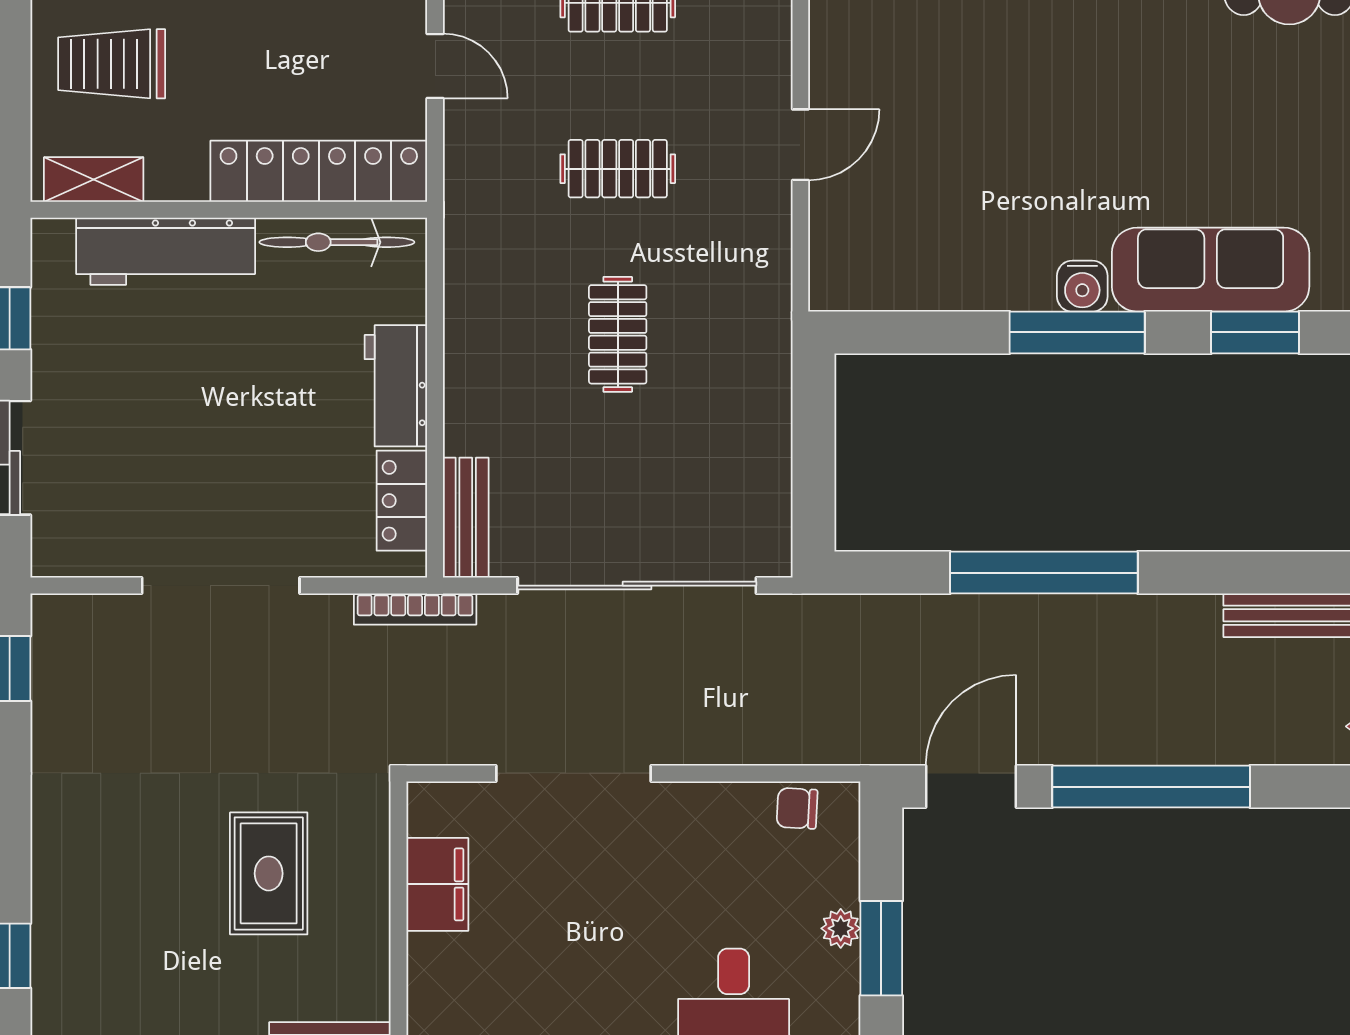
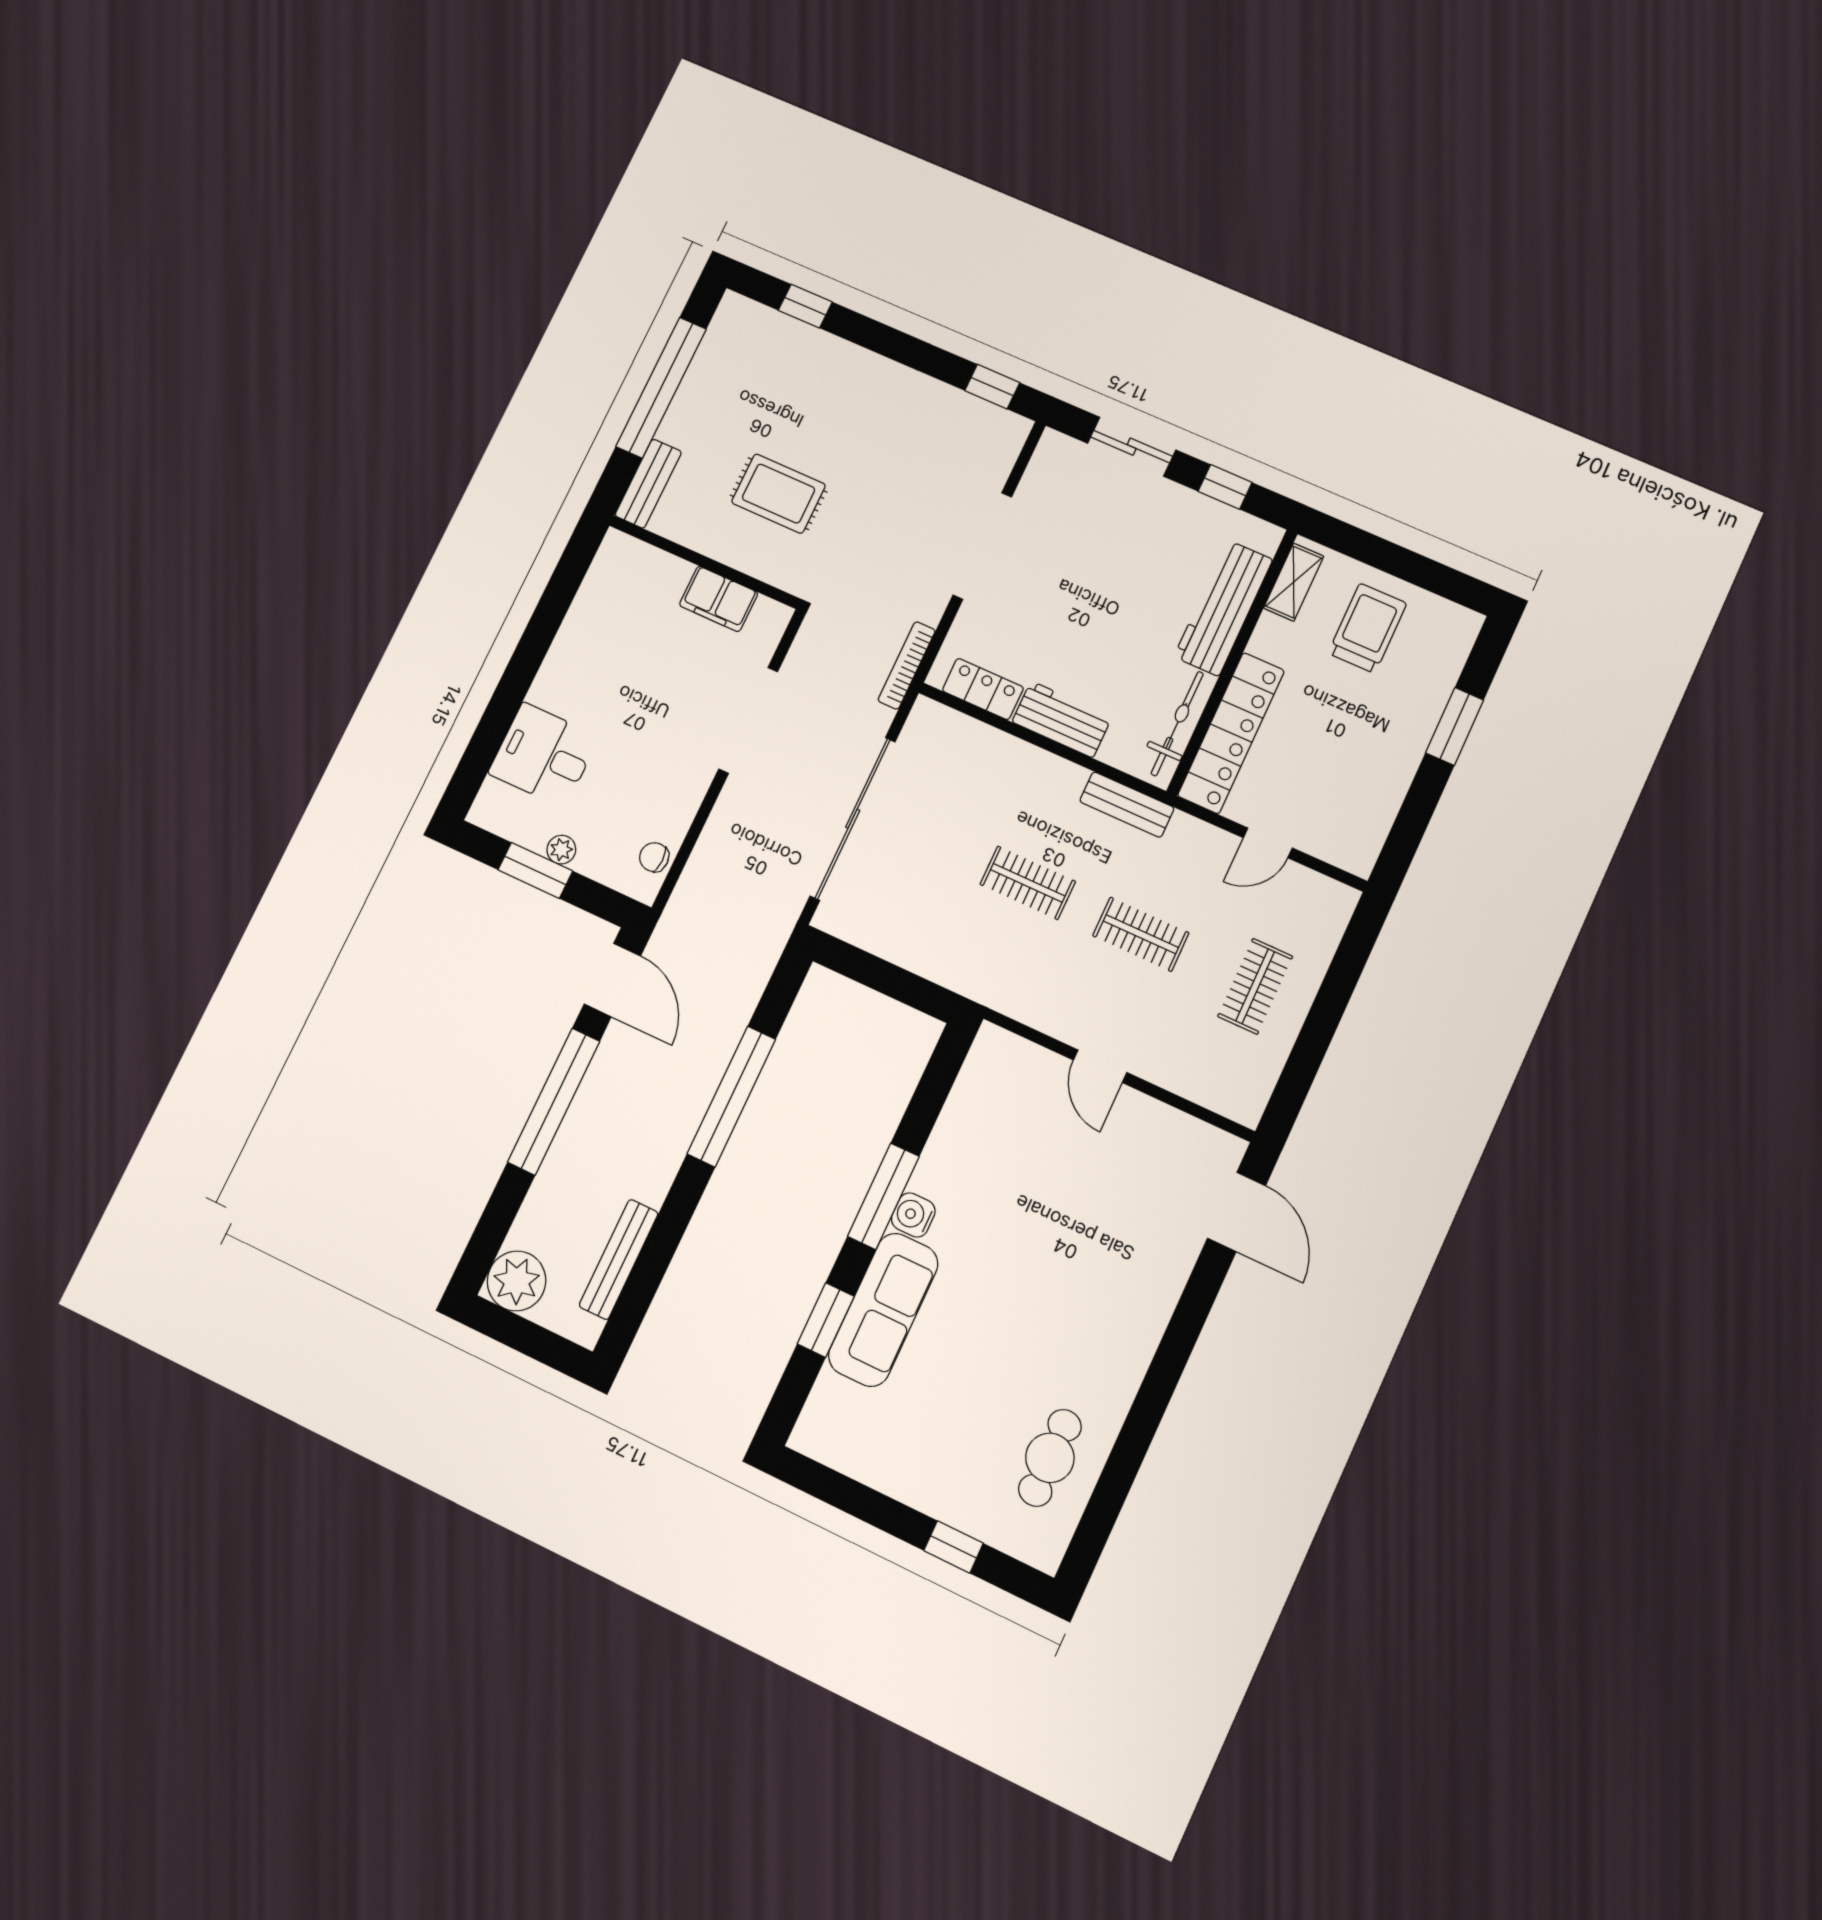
clothes rail: (618, 169) -> (1141, 934), turned 90
bench: (466, 518) -> (1127, 805), moved
chair: (797, 808) -> (654, 857), turned -93

